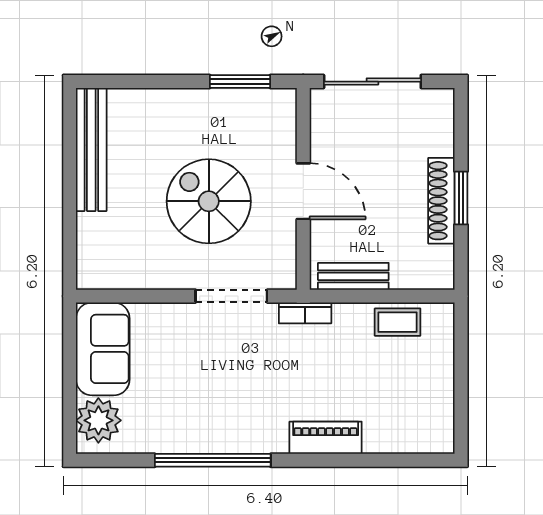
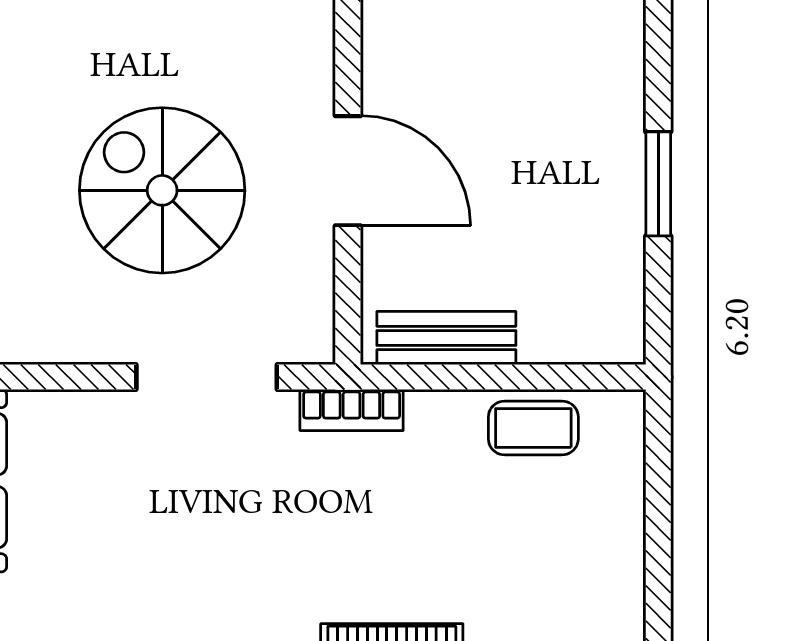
shoe rack: (441, 201) -> (620, 189), removed

